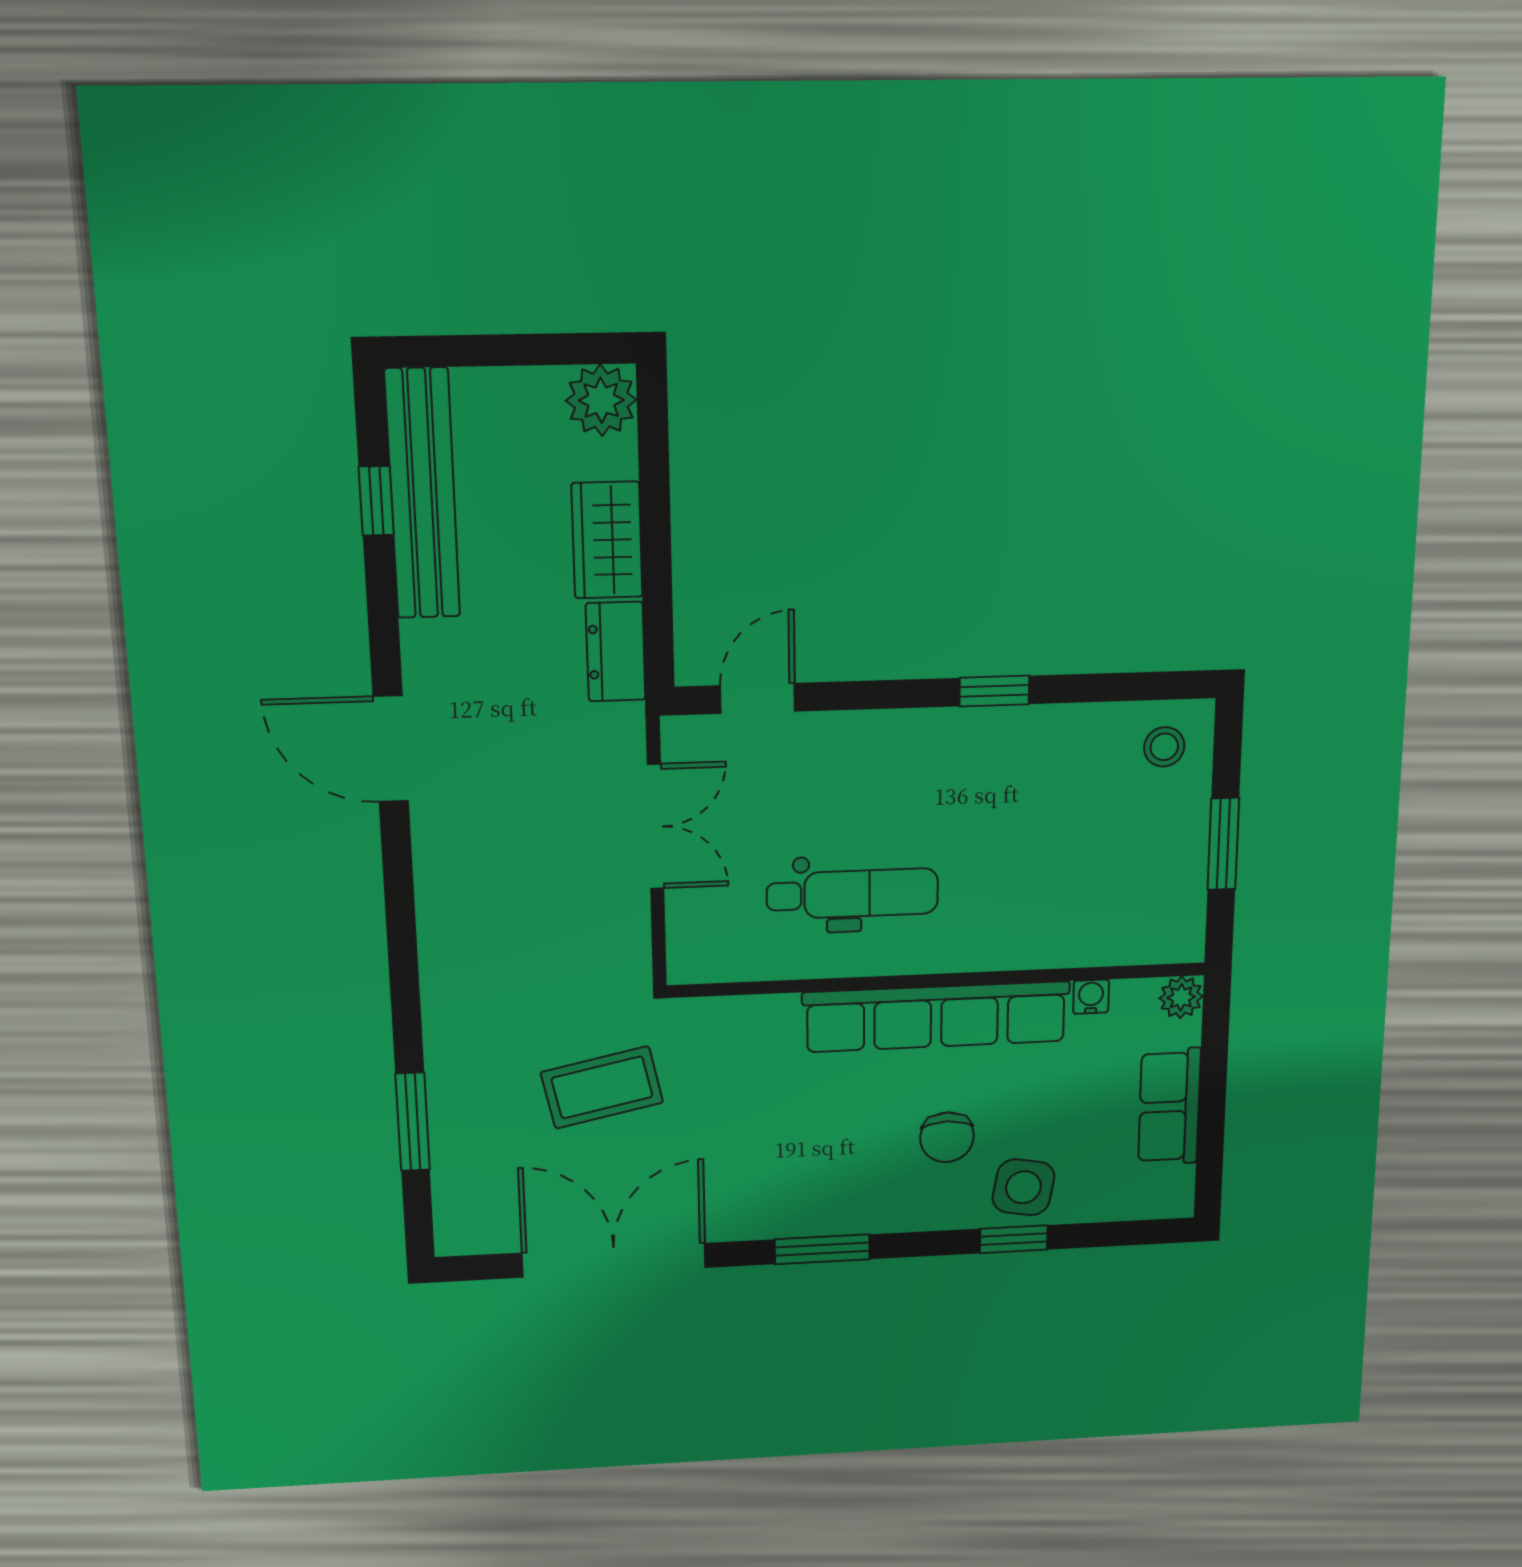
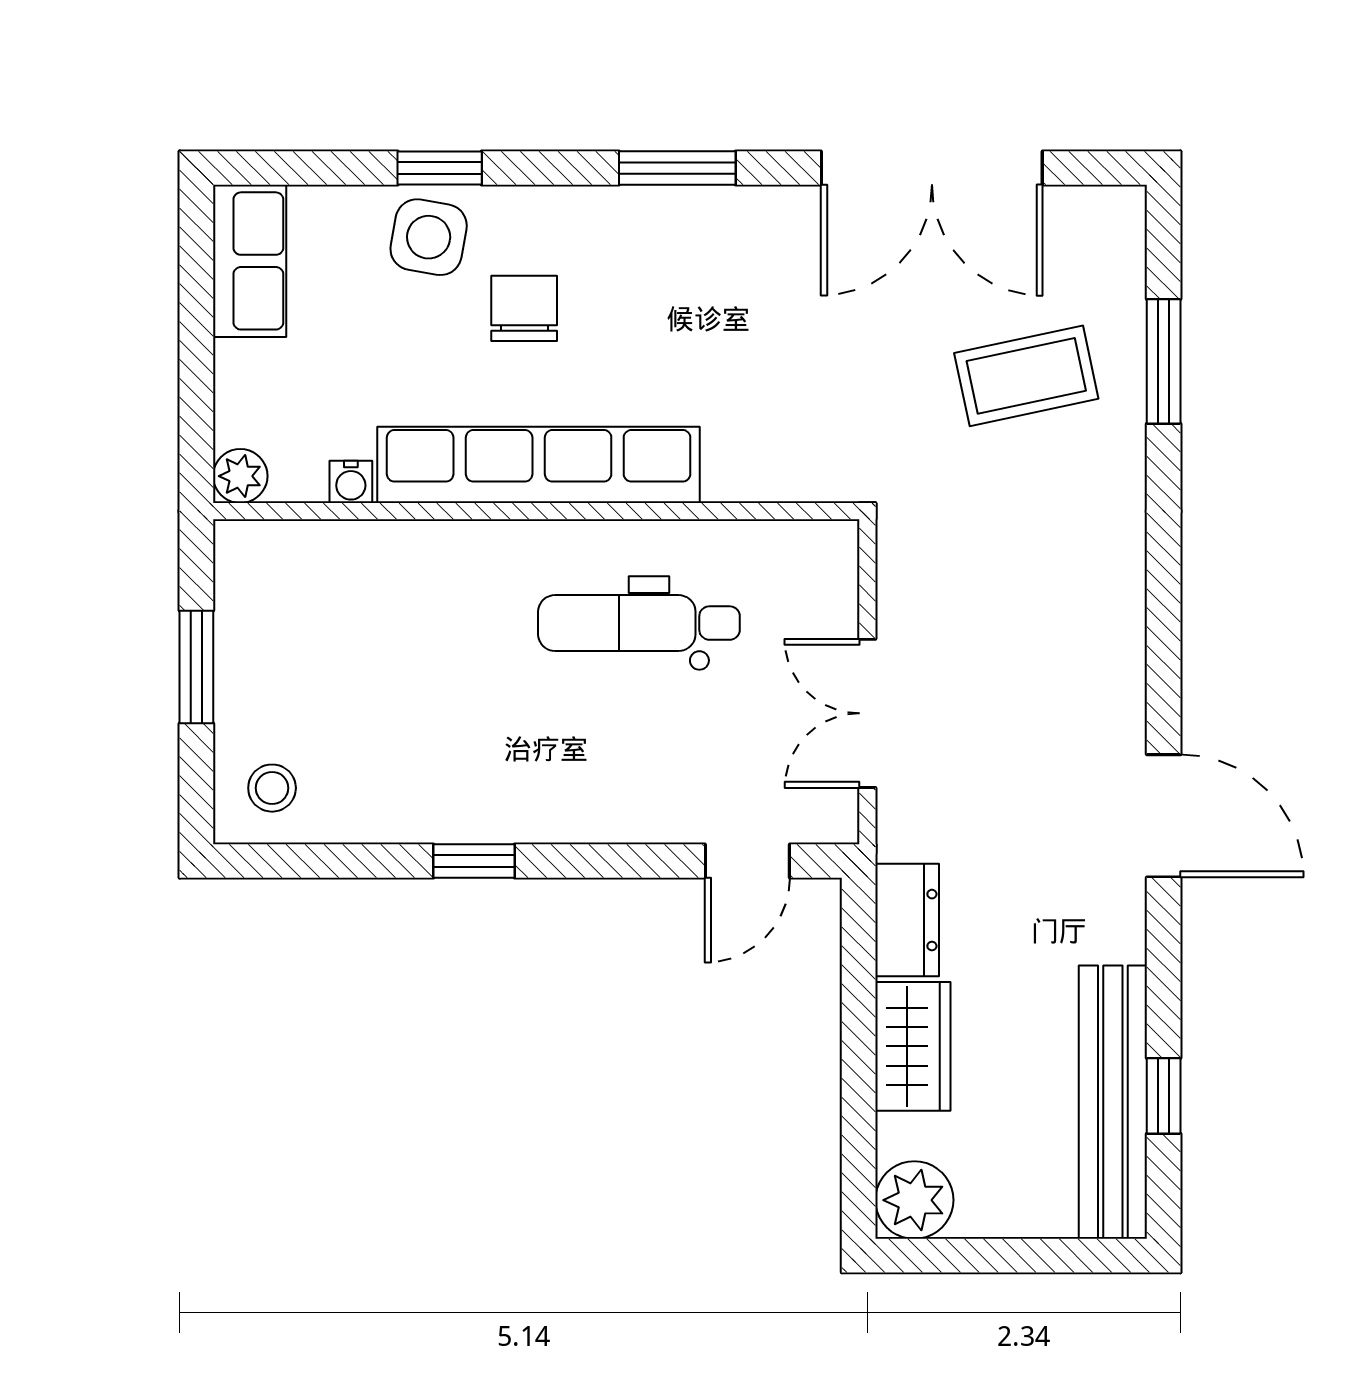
coffee table: (602, 1087) -> (1026, 376), moved
row of seats: (1169, 1107) -> (250, 261), moved

